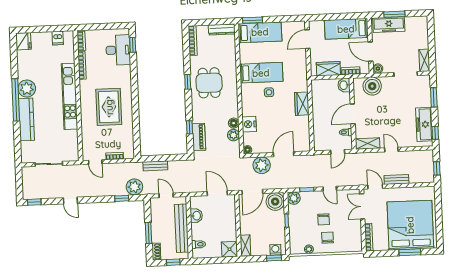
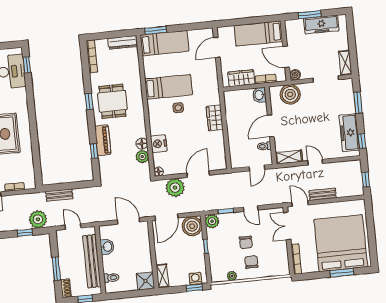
freezer: (389, 25) -> (321, 25), moved
piano: (199, 137) -> (103, 140), moved

